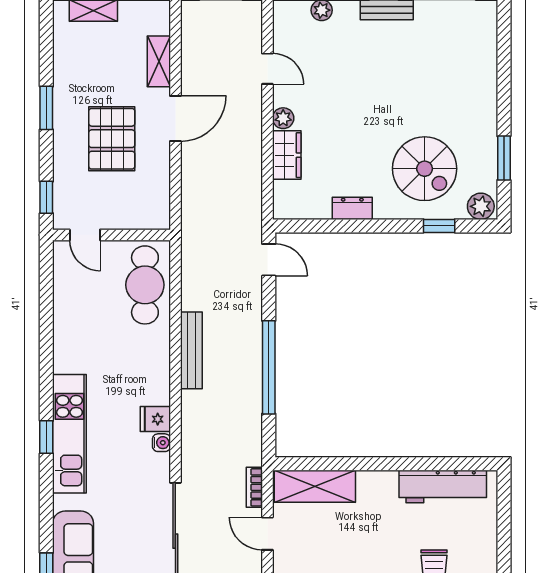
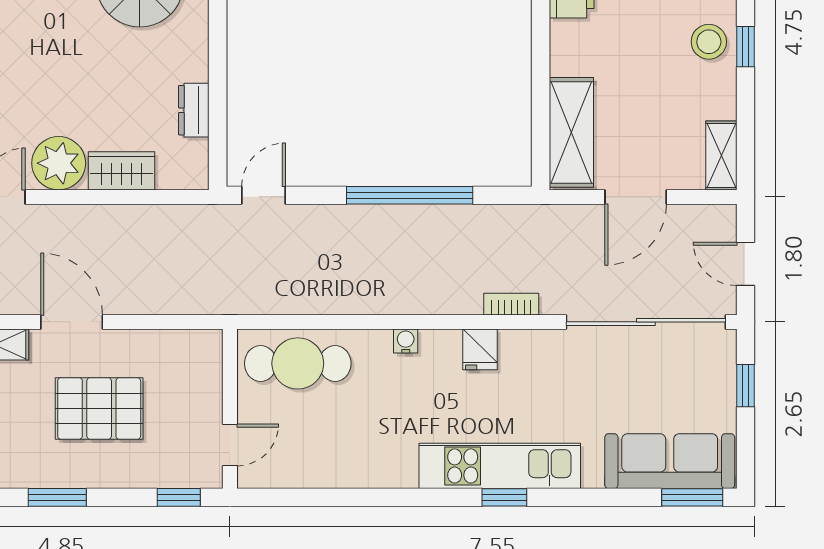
plant: (283, 118) -> (59, 163), width x1.88, depth x1.88
dresser: (352, 208) -> (194, 110), moved
bench: (191, 350) -> (387, 300), removed
water cooler: (161, 443) -> (406, 341), moved
bookcase: (254, 487) -> (511, 304), moved, turned 180
door: (267, 534) -> (636, 197), width x1.38

